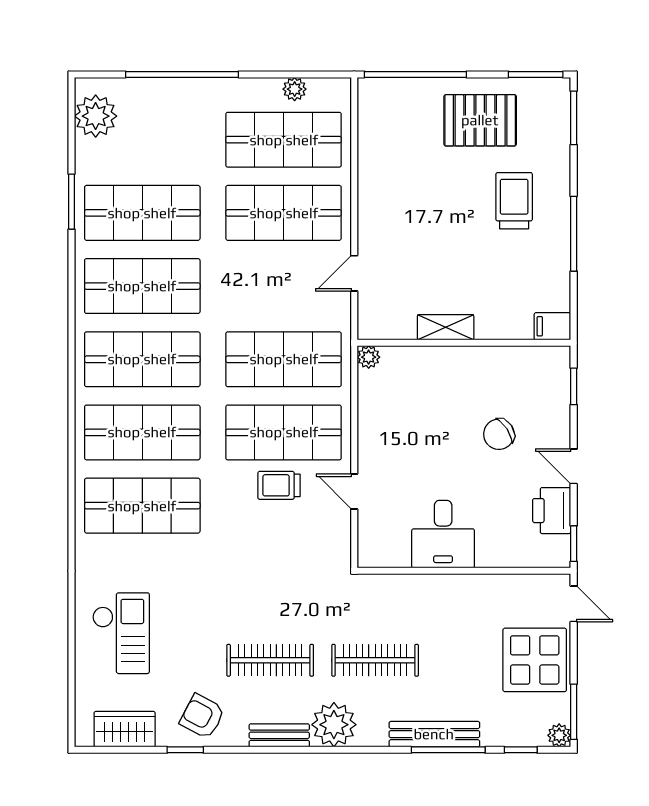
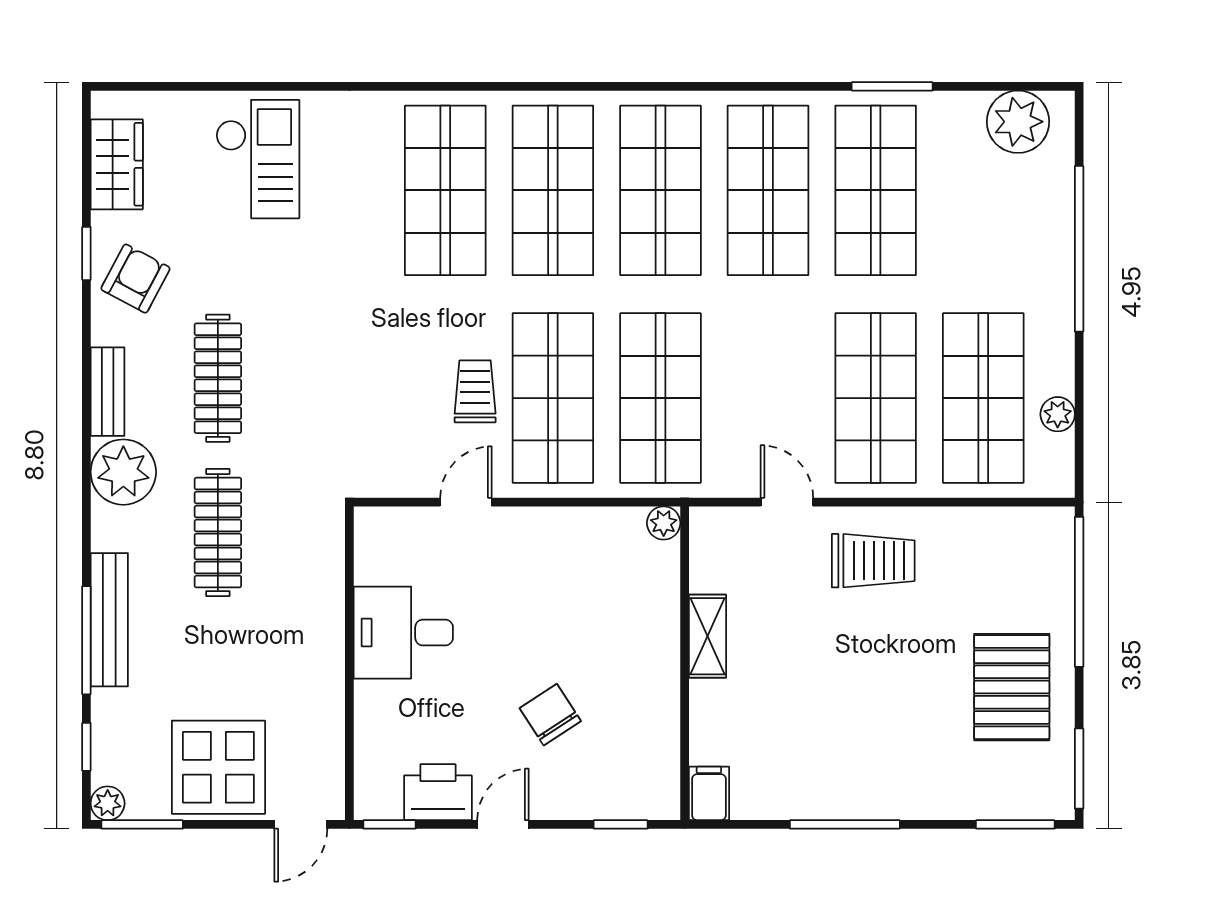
trolley: (514, 201) -> (873, 561), moved
checkout: (121, 633) -> (258, 159), turned -90

